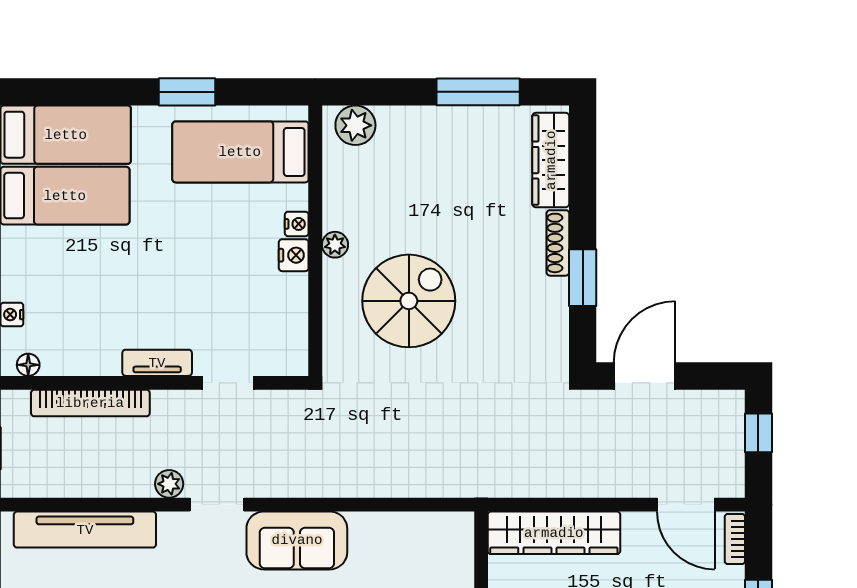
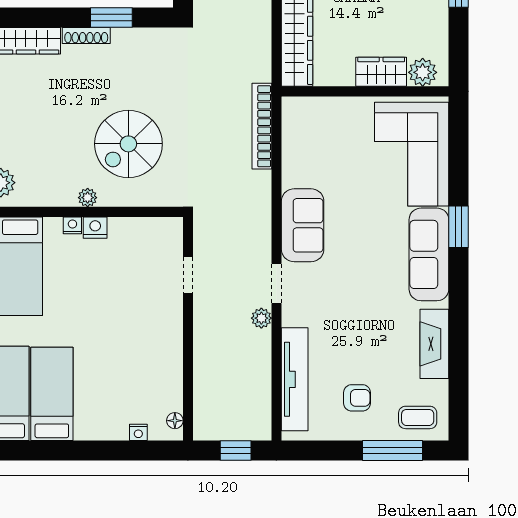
spiral stairs: (409, 301) -> (128, 144), turned -90
tv unit: (157, 363) -> (173, 327), removed
bookcase: (90, 403) -> (262, 126), moved, turned 180

